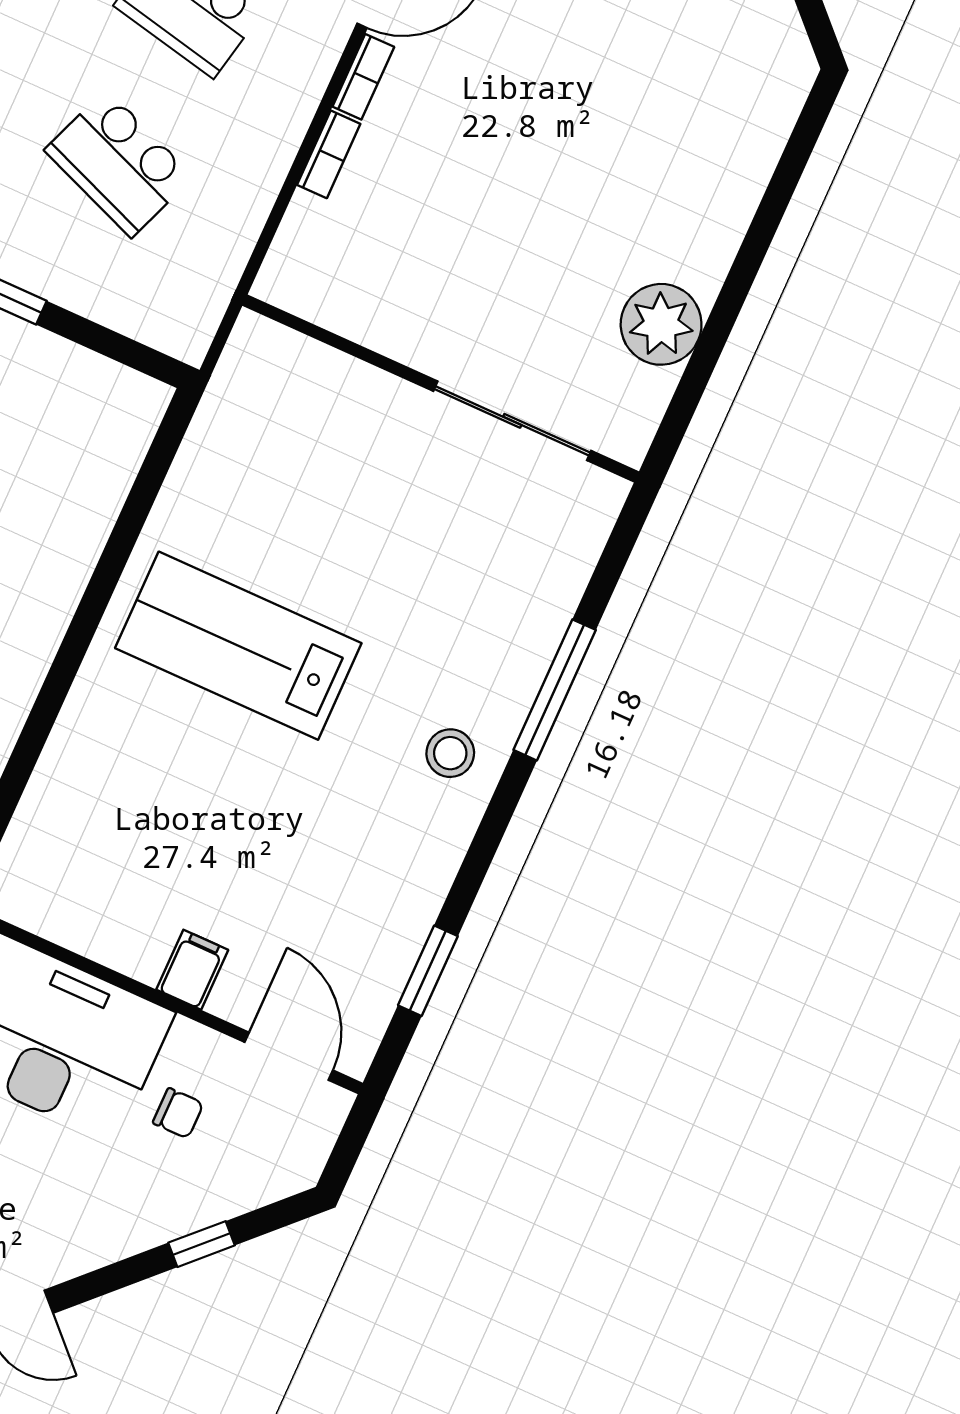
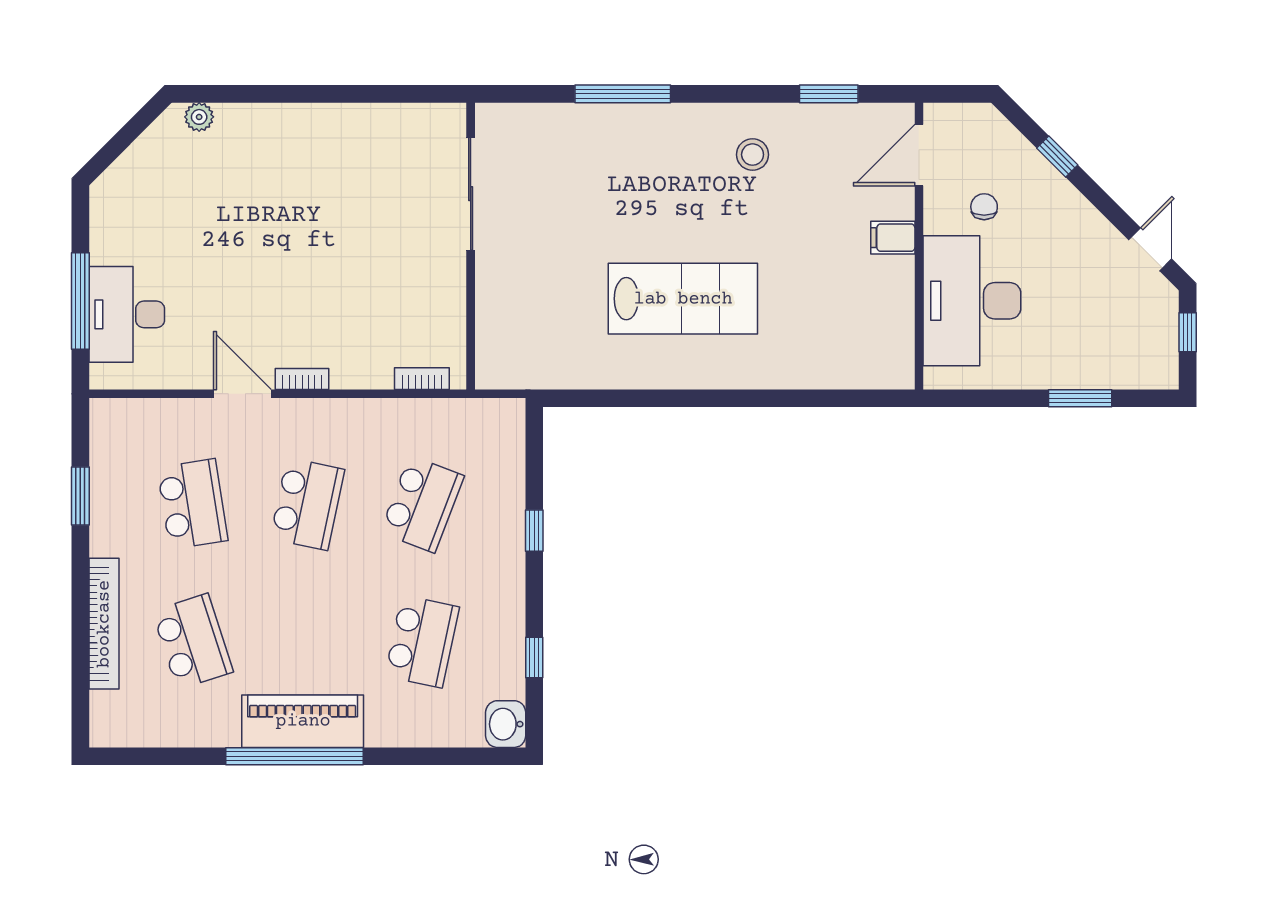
bookcase: (329, 154) -> (422, 379), moved
plant: (661, 324) -> (199, 117), moved, width x0.53, depth x0.53
lab bench: (238, 646) -> (683, 299), turned -90
stool: (450, 753) -> (753, 155), moved

